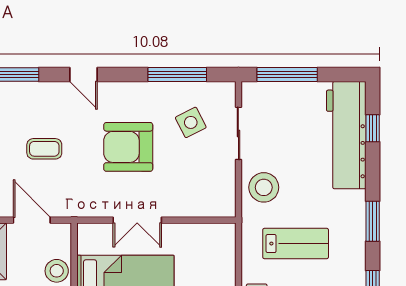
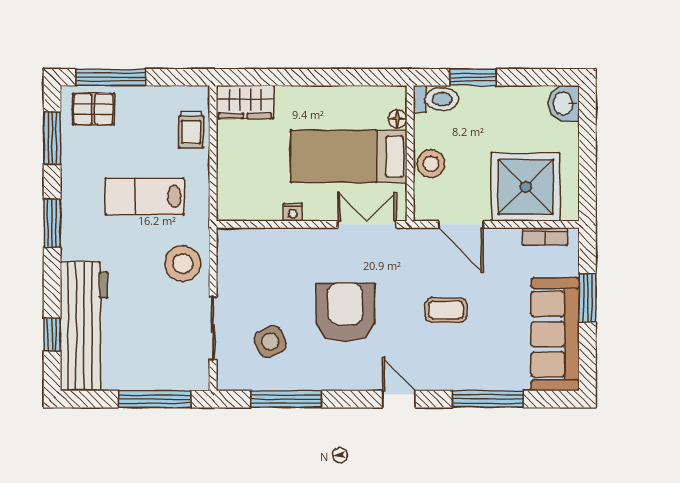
armchair: (128, 147) -> (345, 312), turned -90
double door: (137, 220) -> (367, 224), moved
nightstand: (172, 230) -> (293, 212), added

